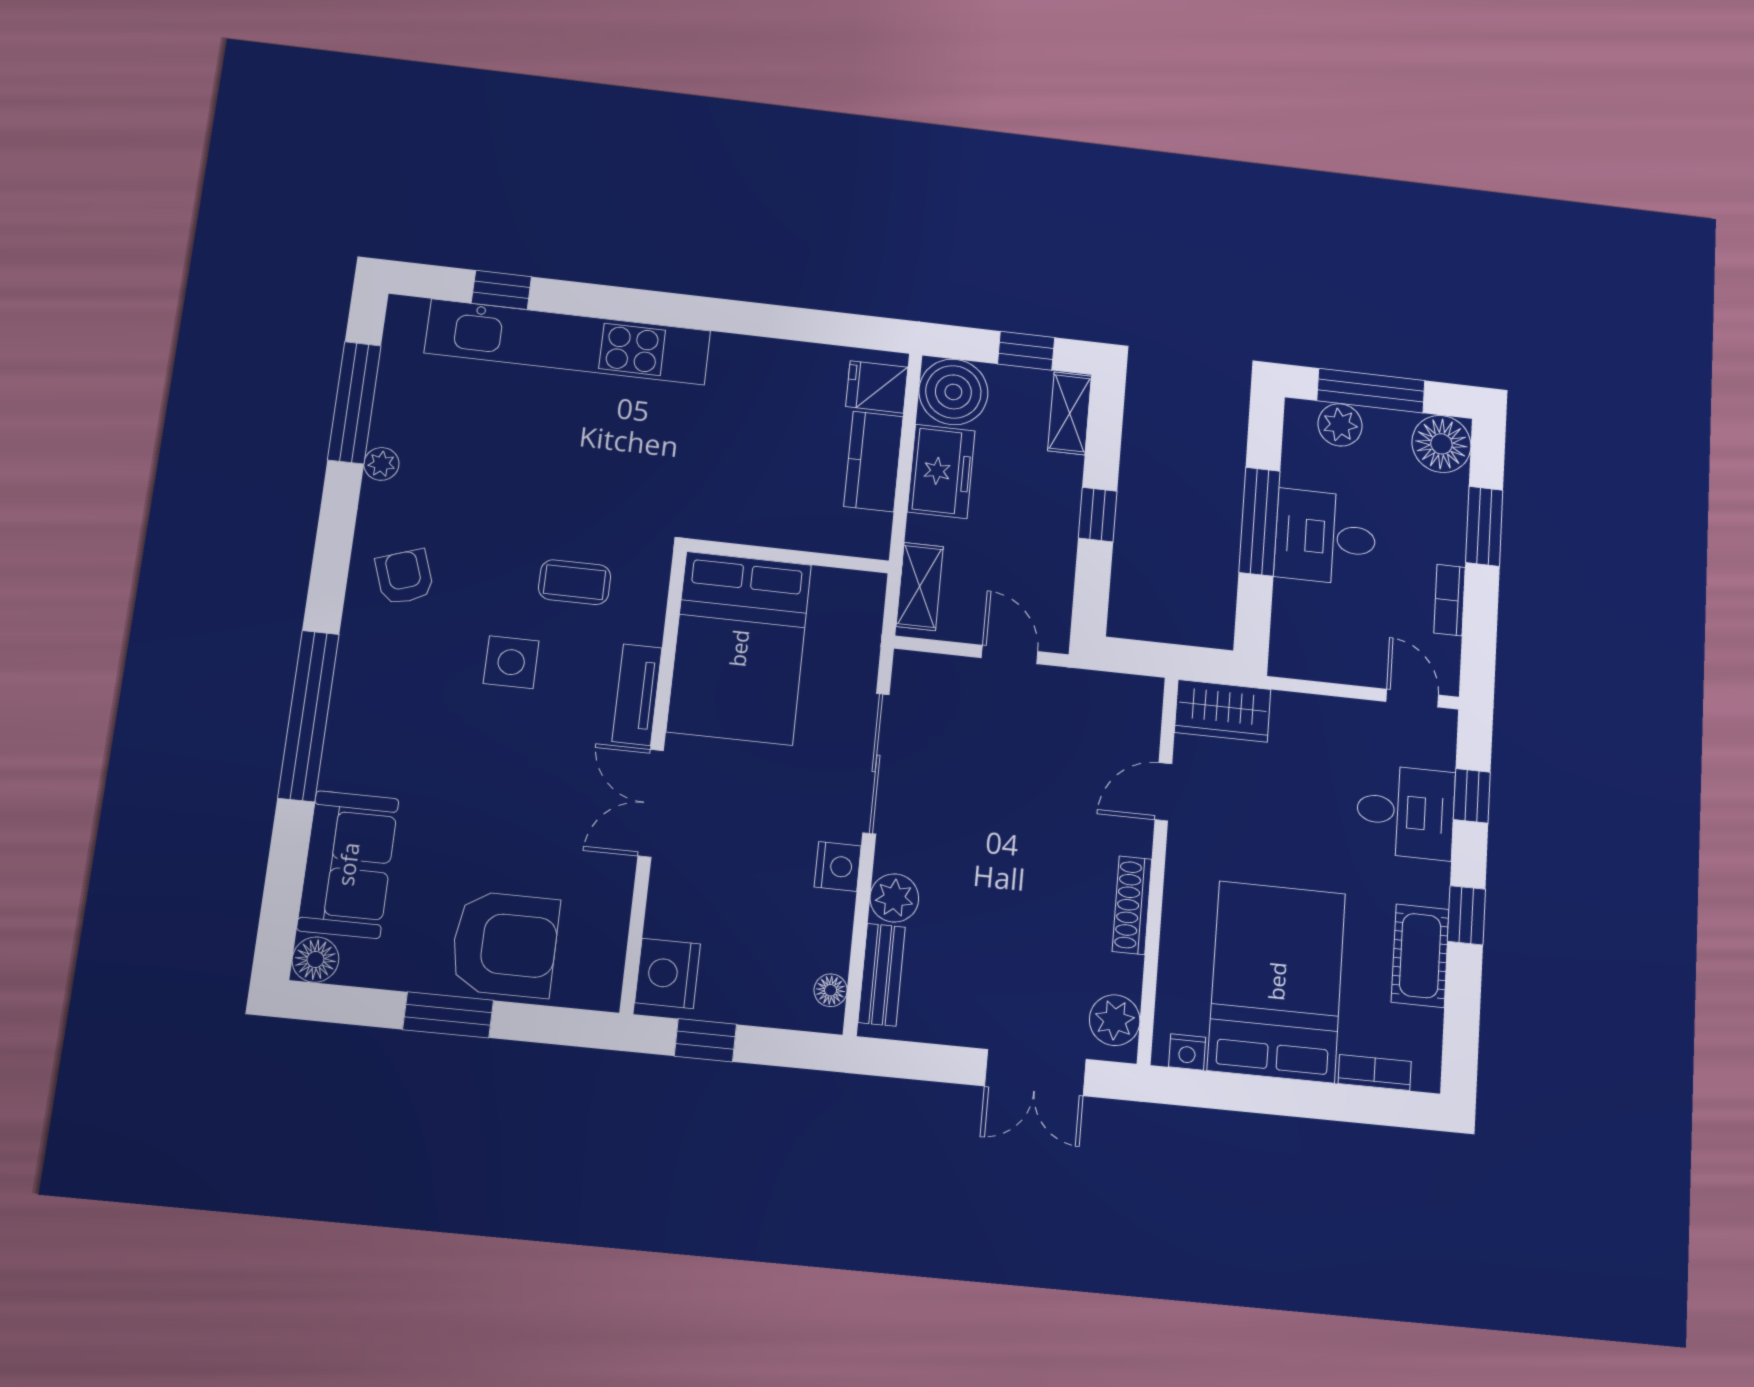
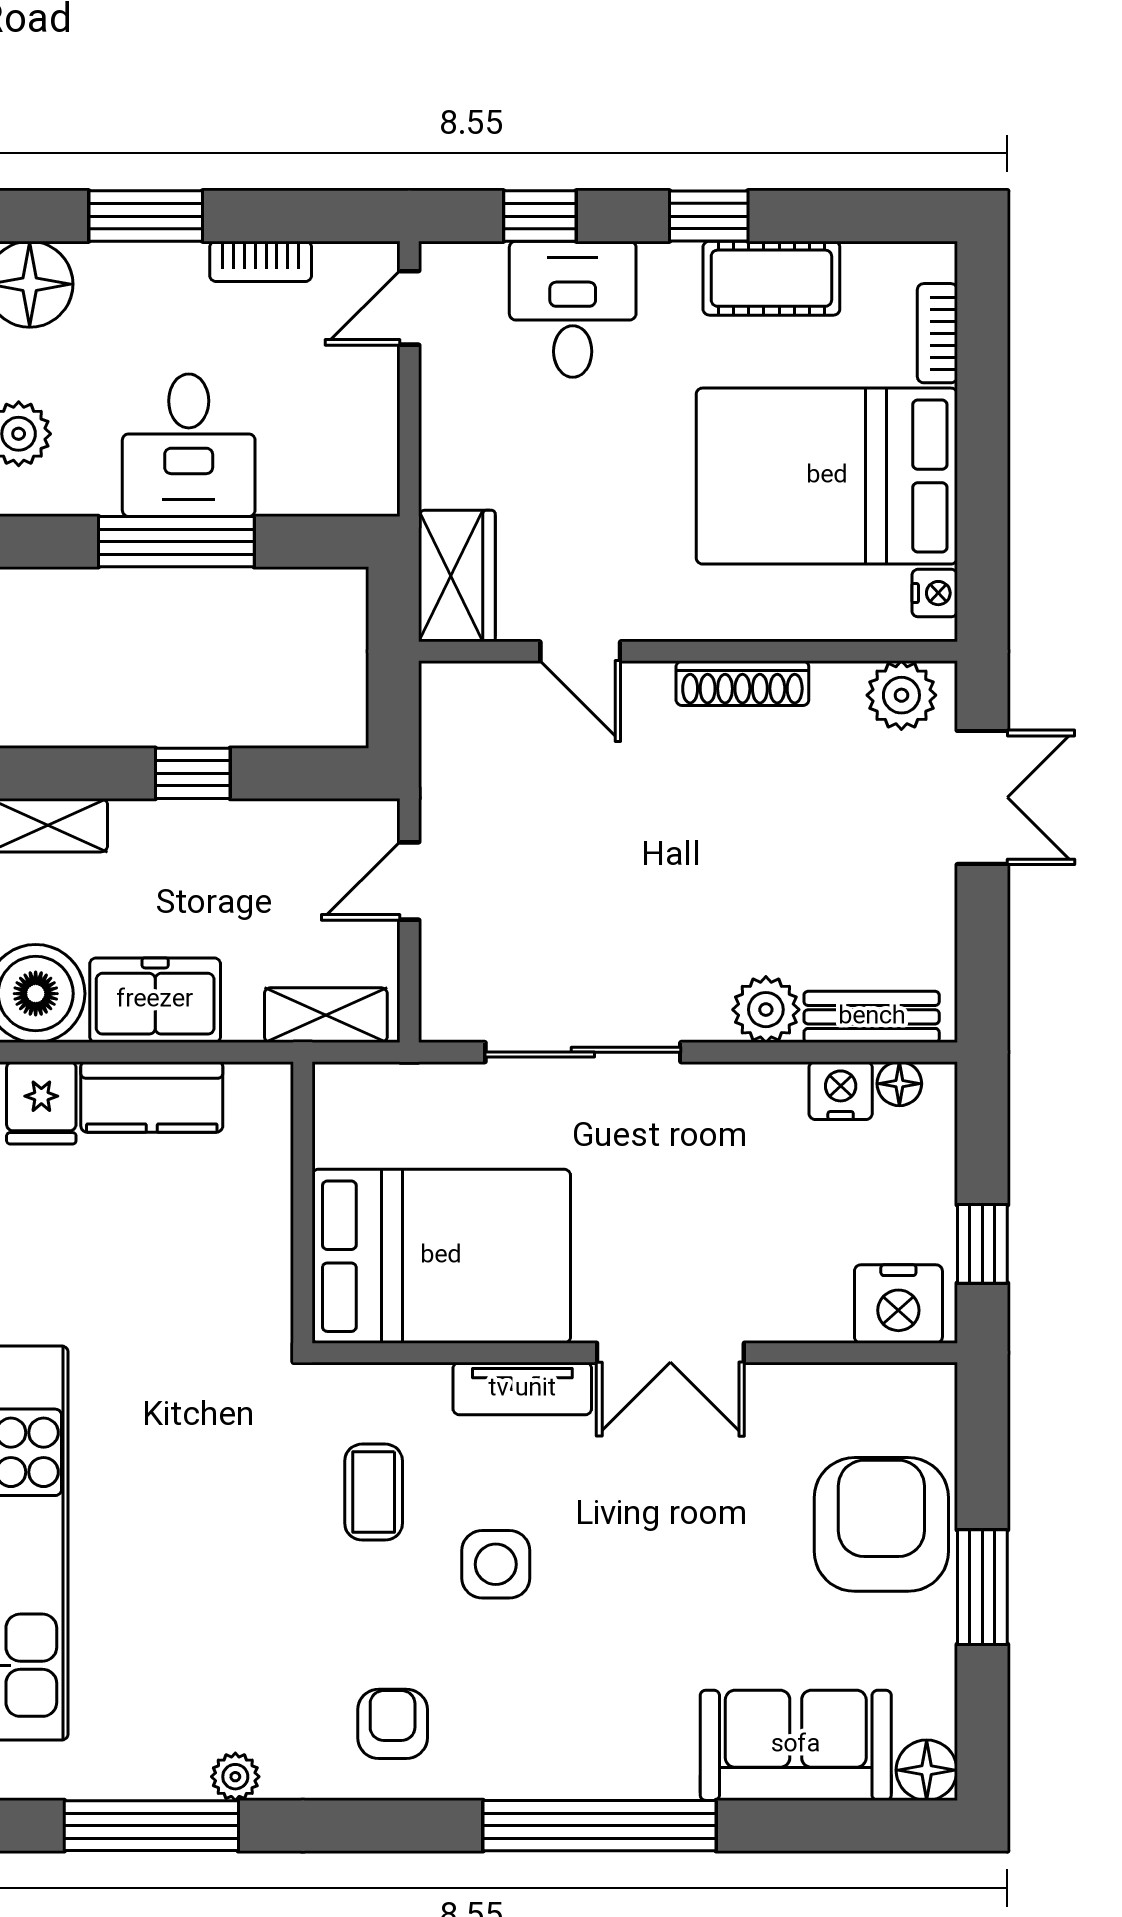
armchair: (404, 577) -> (393, 1724), turned 109
nightstand: (838, 866) -> (841, 1091), moved

